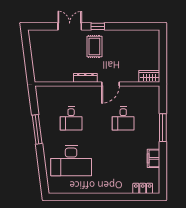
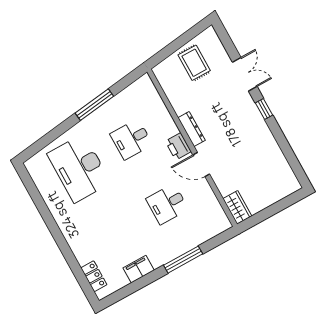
rug: (94, 46) -> (194, 63), moved, turned 90
printer: (91, 92) -> (178, 146), added

